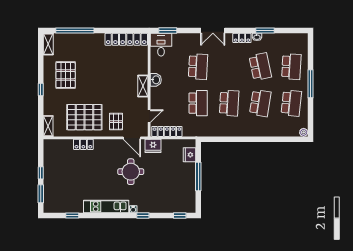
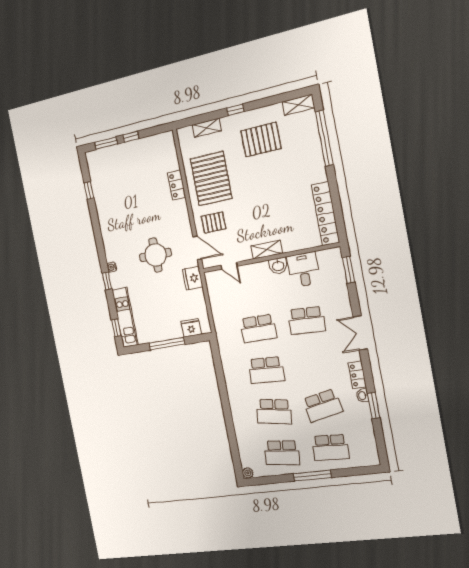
desk: (161, 45) -> (304, 270), moved, turned -90
shelving: (48, 126) -> (207, 128), moved
locker: (167, 131) -> (214, 293), removed
door: (132, 138) -> (197, 248), swing flipped
kitchen unit: (106, 207) -> (125, 317), moved

